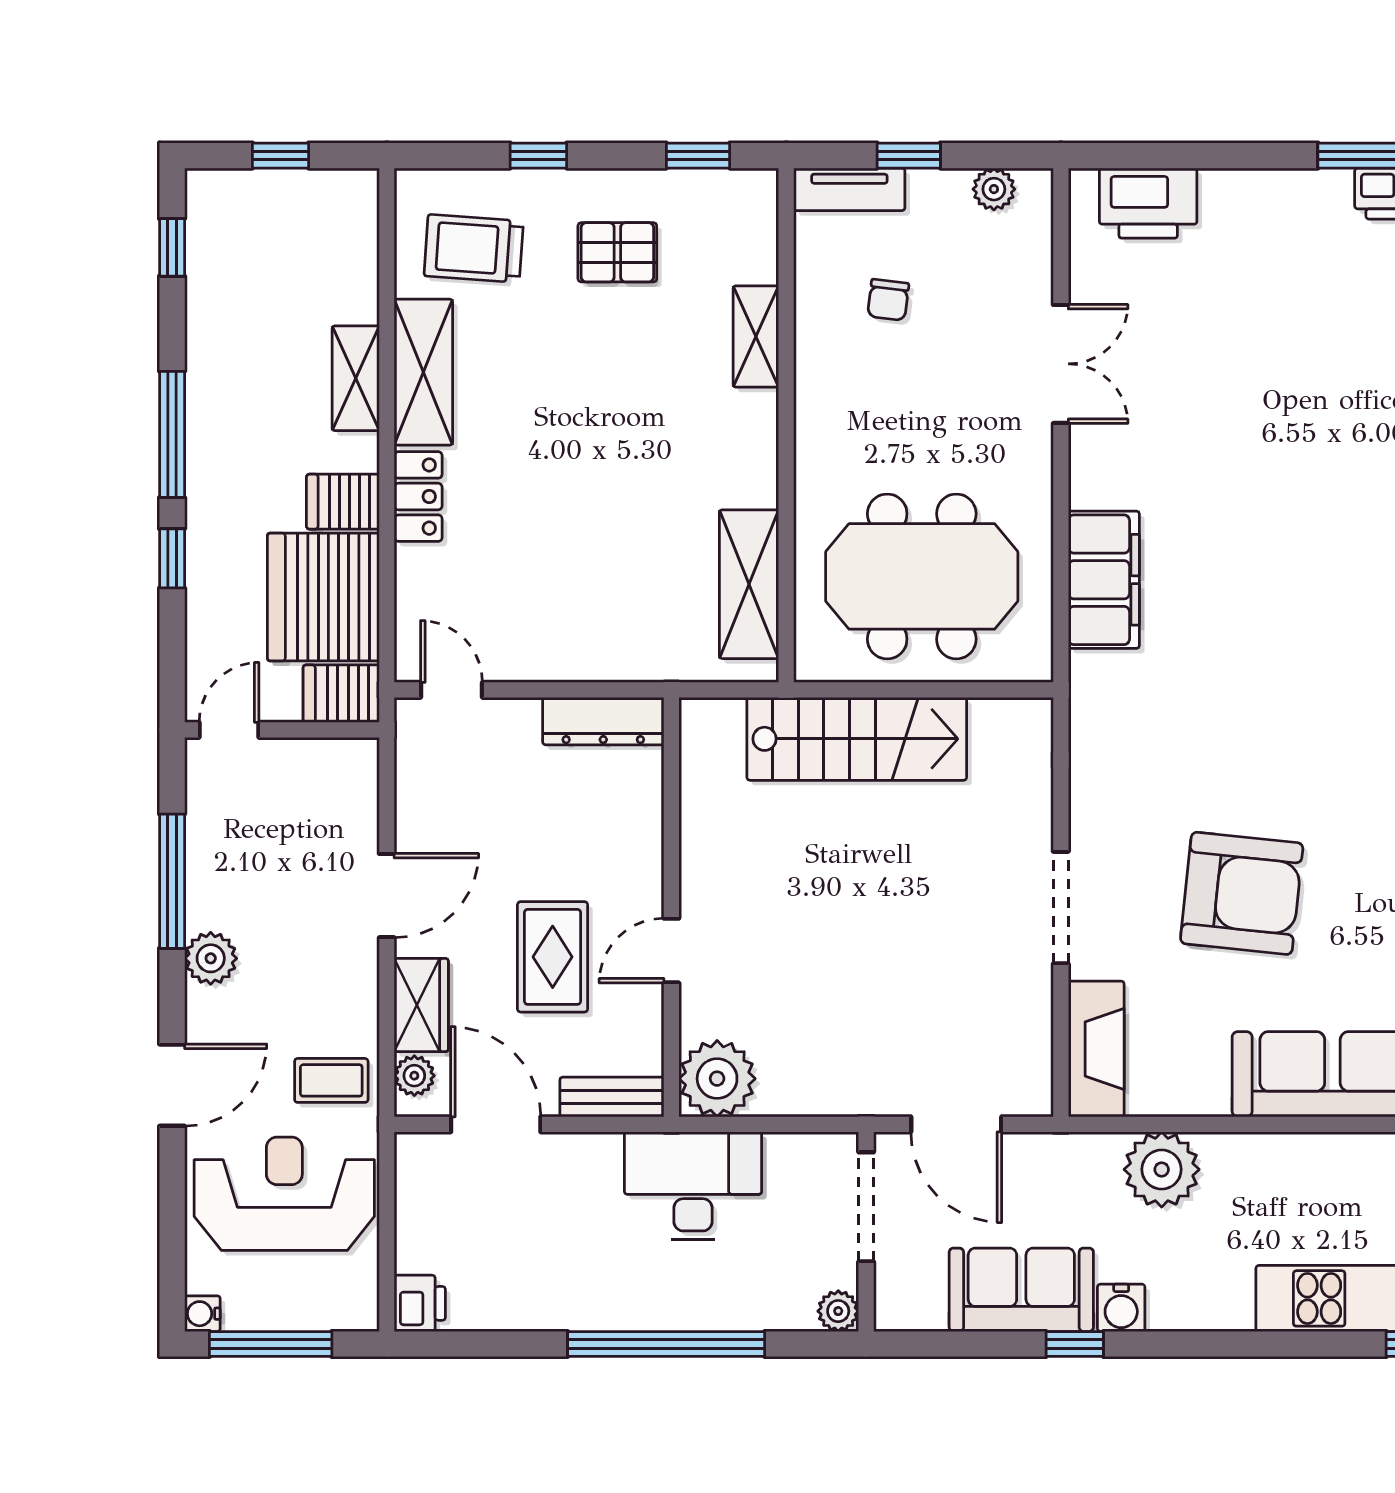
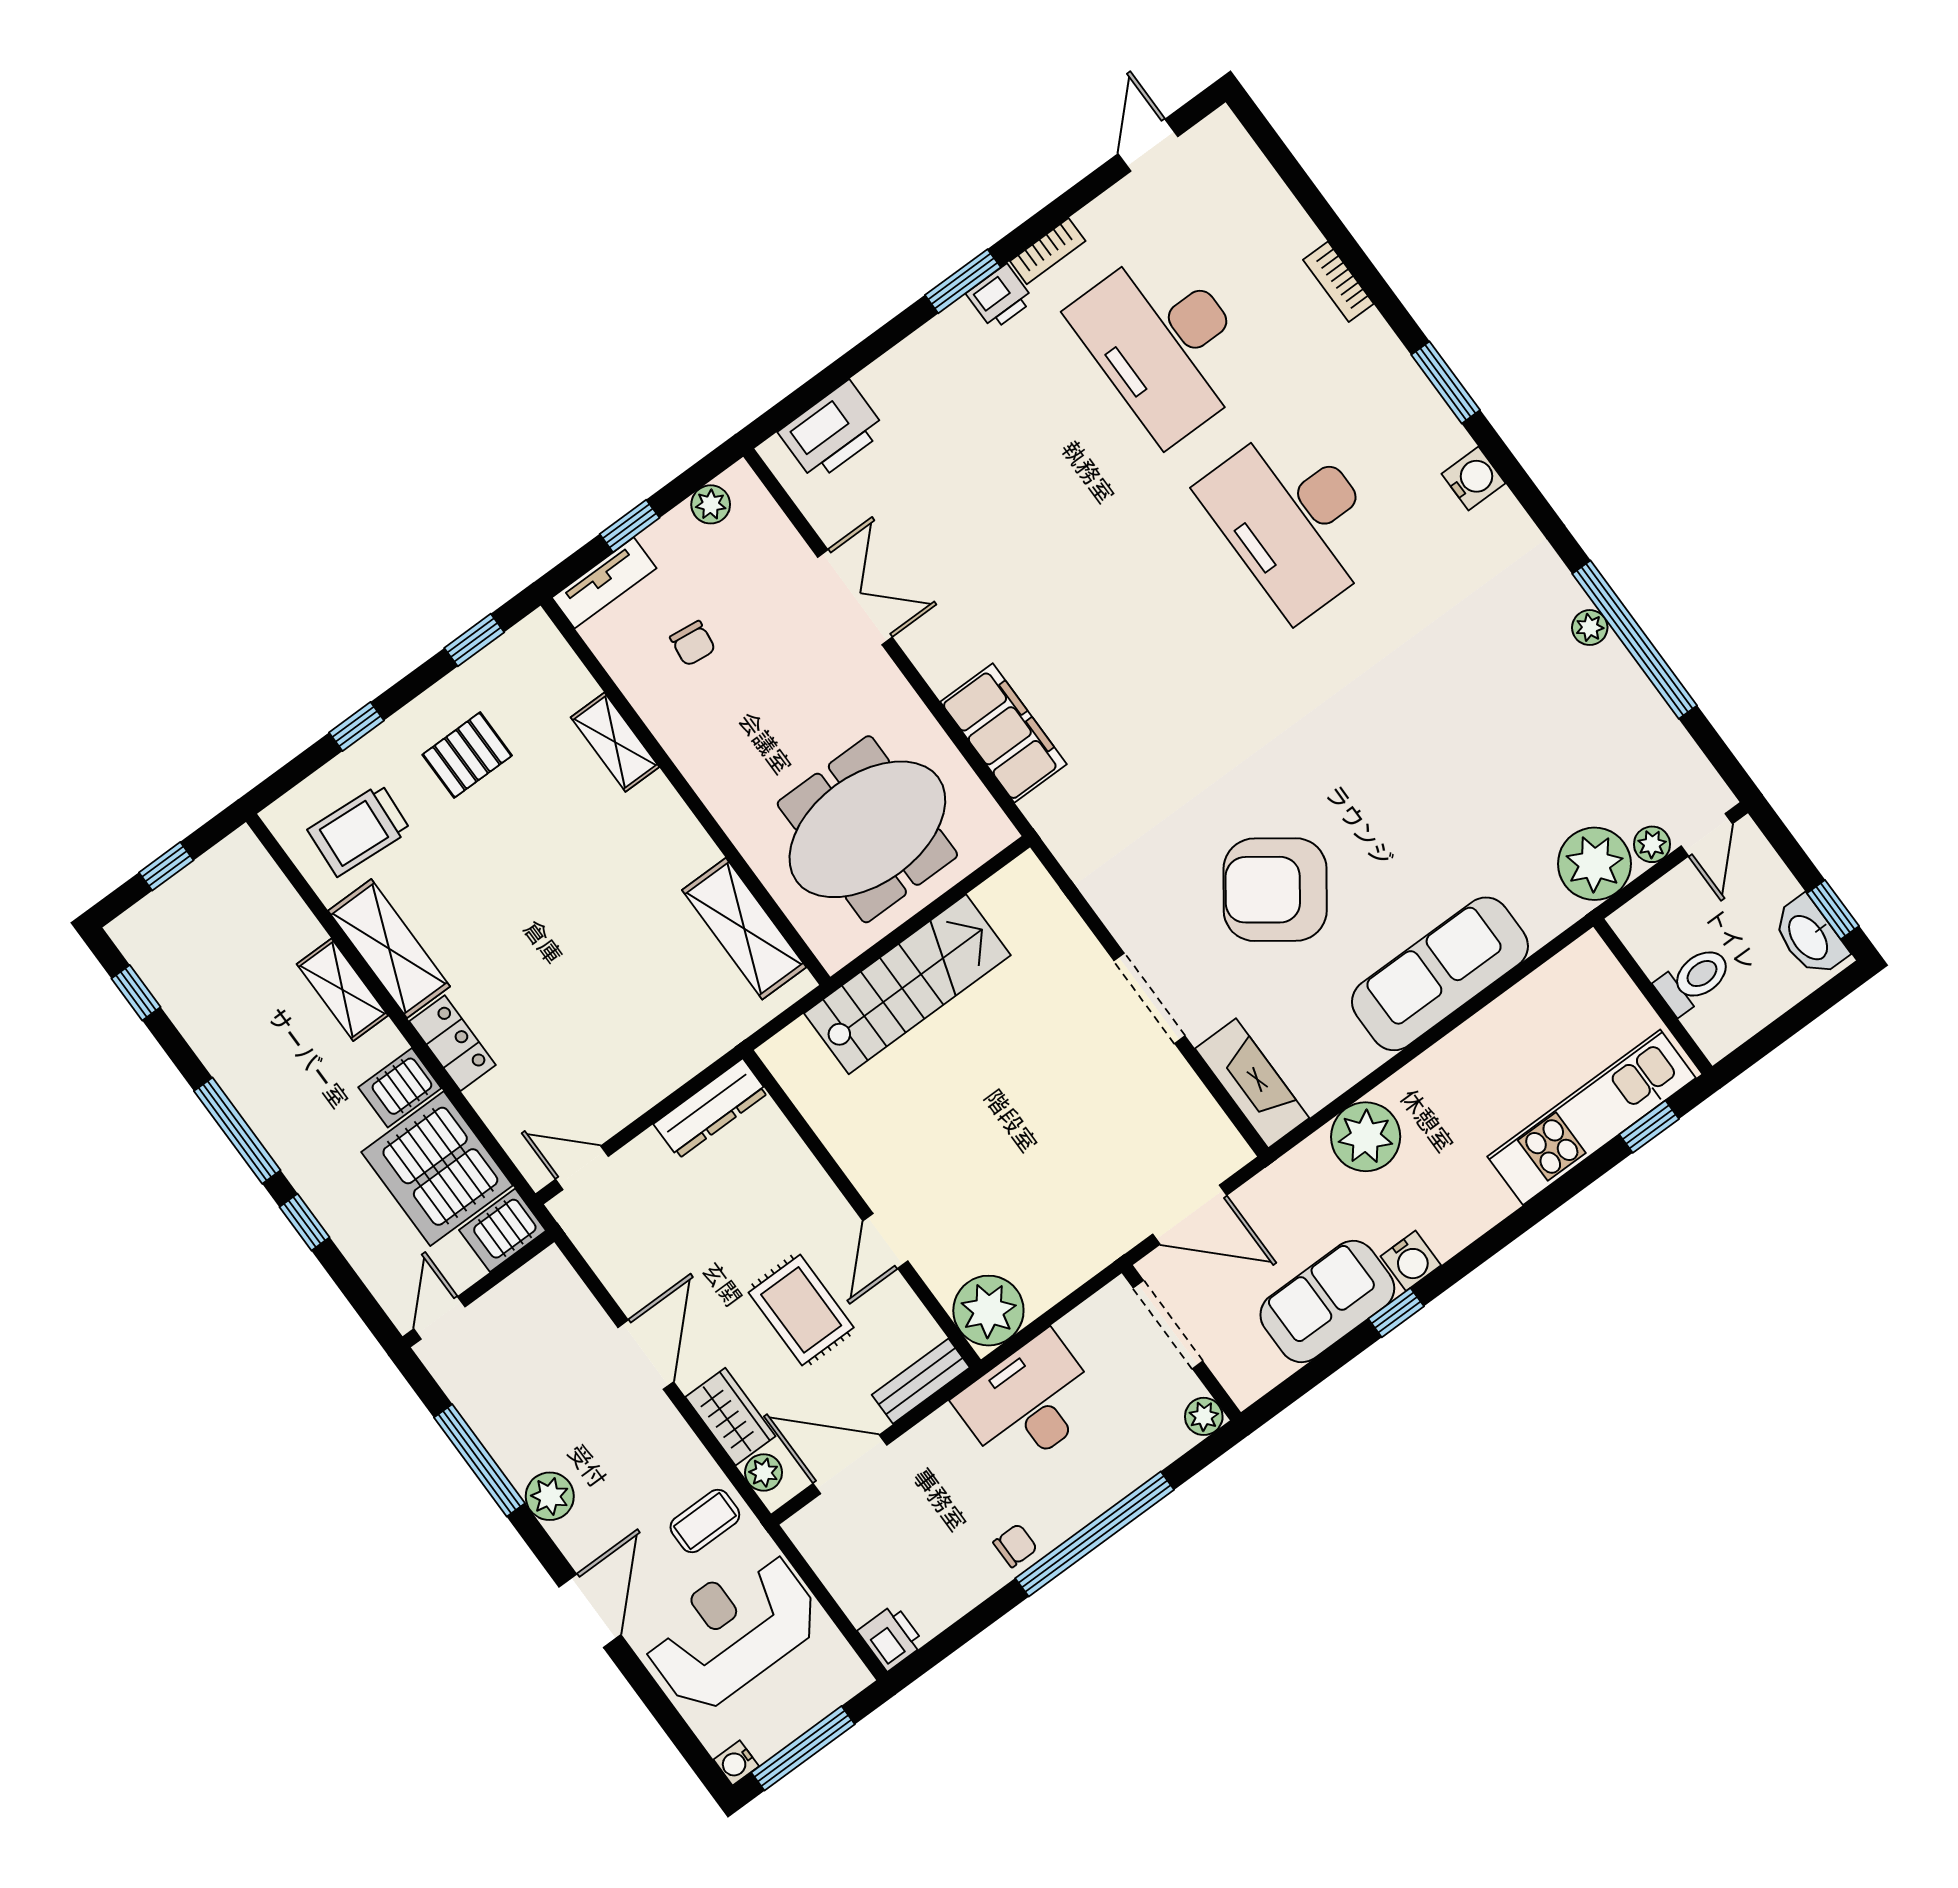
armchair: (1242, 893) -> (1275, 890), turned -150
chair: (589, 1303) -> (1015, 1545), added

